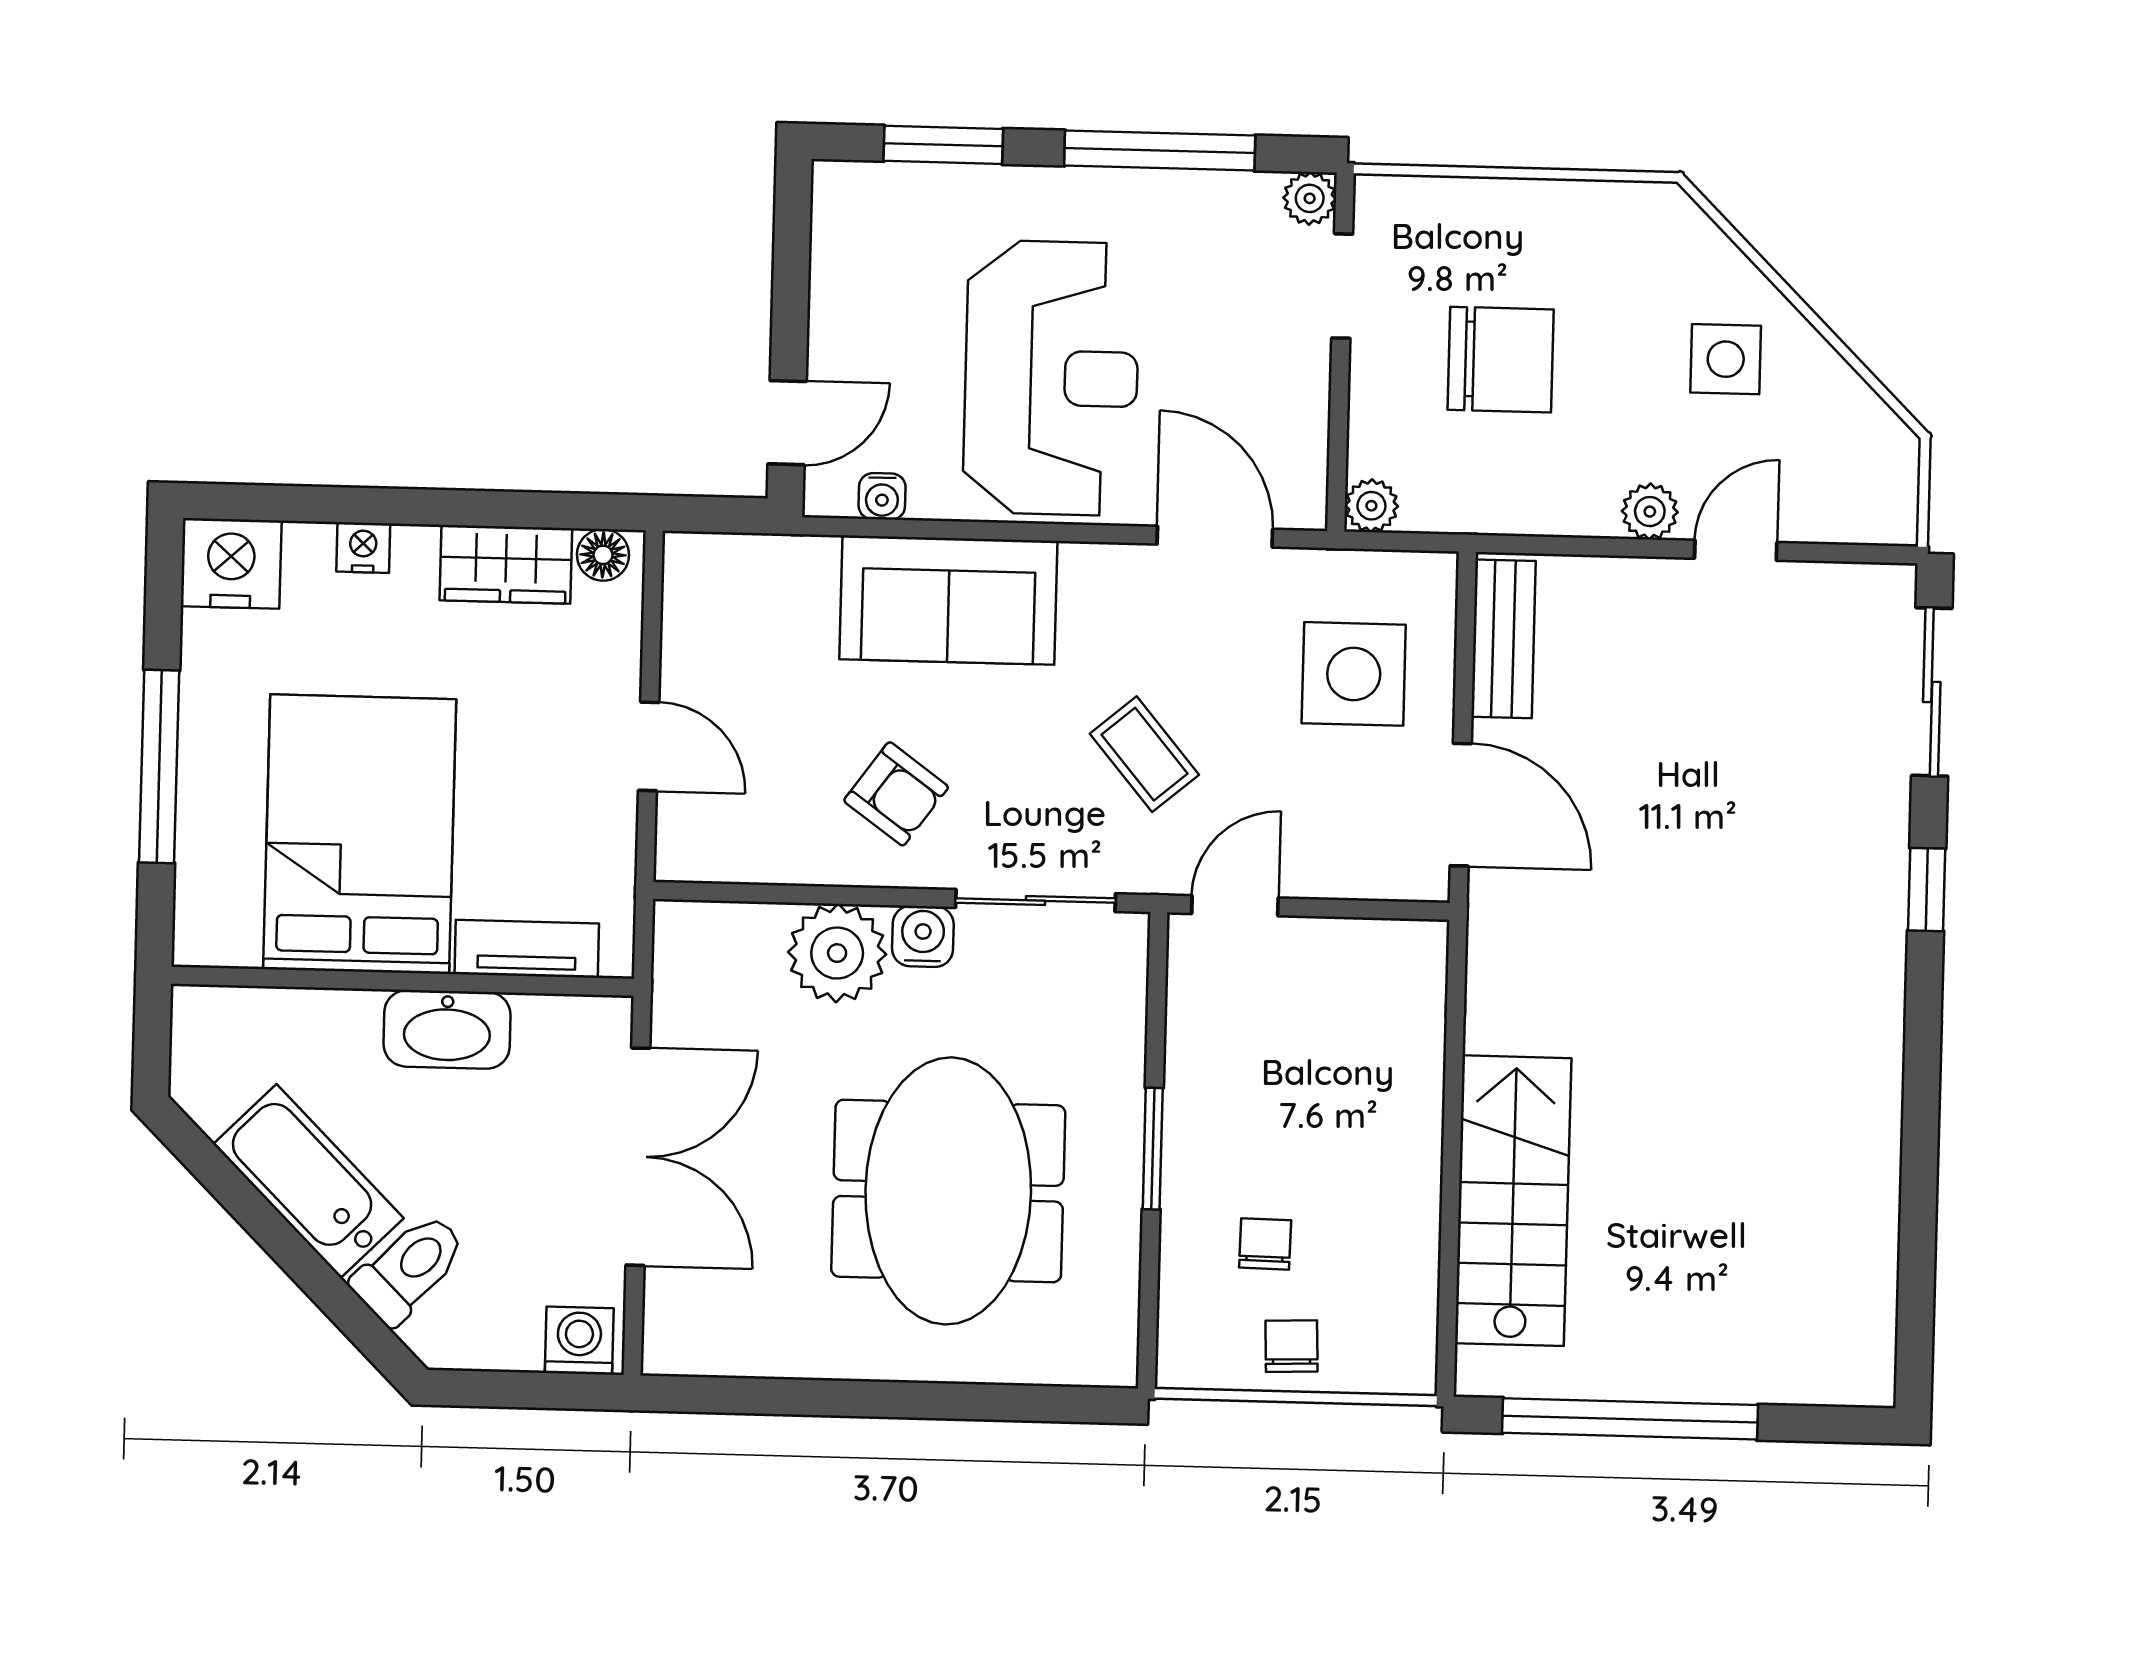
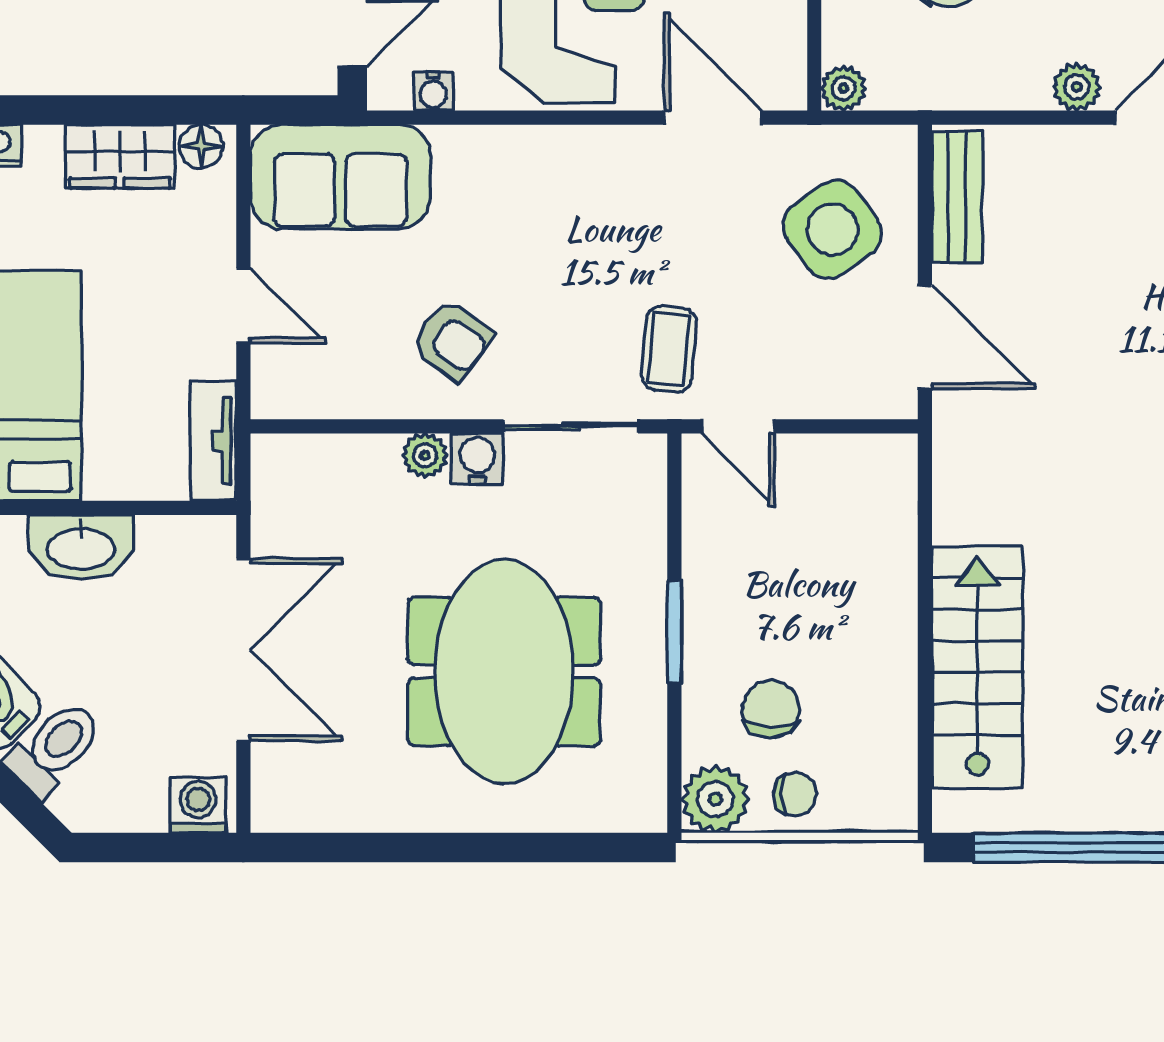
sofa: (948, 600) -> (340, 177), moved
side table: (1354, 674) -> (832, 230), turned -36
coffee table: (1144, 754) -> (669, 349), moved, turned 45
door: (1235, 906) -> (738, 426), swing flipped
tv unit: (527, 949) -> (213, 441), moved, turned -90
plant: (837, 953) -> (425, 455), width x0.53, depth x0.53
chair: (1265, 1244) -> (771, 709), width x1.37, depth x1.37
chair: (1292, 1346) -> (795, 794), turned 92
plant: (1196, 1350) -> (715, 799), added

